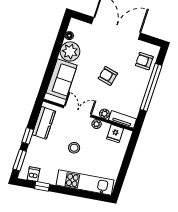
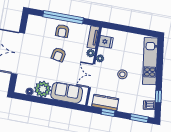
armchair: (144, 61) -> (62, 31), moved
window: (28, 136) -> (108, 113), moved

